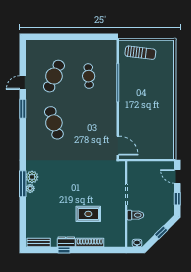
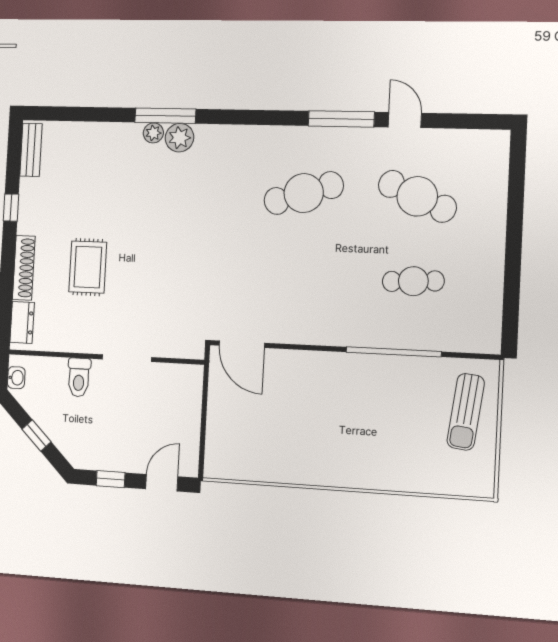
window: (23, 109) -> (341, 119), width x1.44
door: (118, 146) -> (242, 344), hinge flipped
dresser: (66, 242) -> (22, 323), moved

